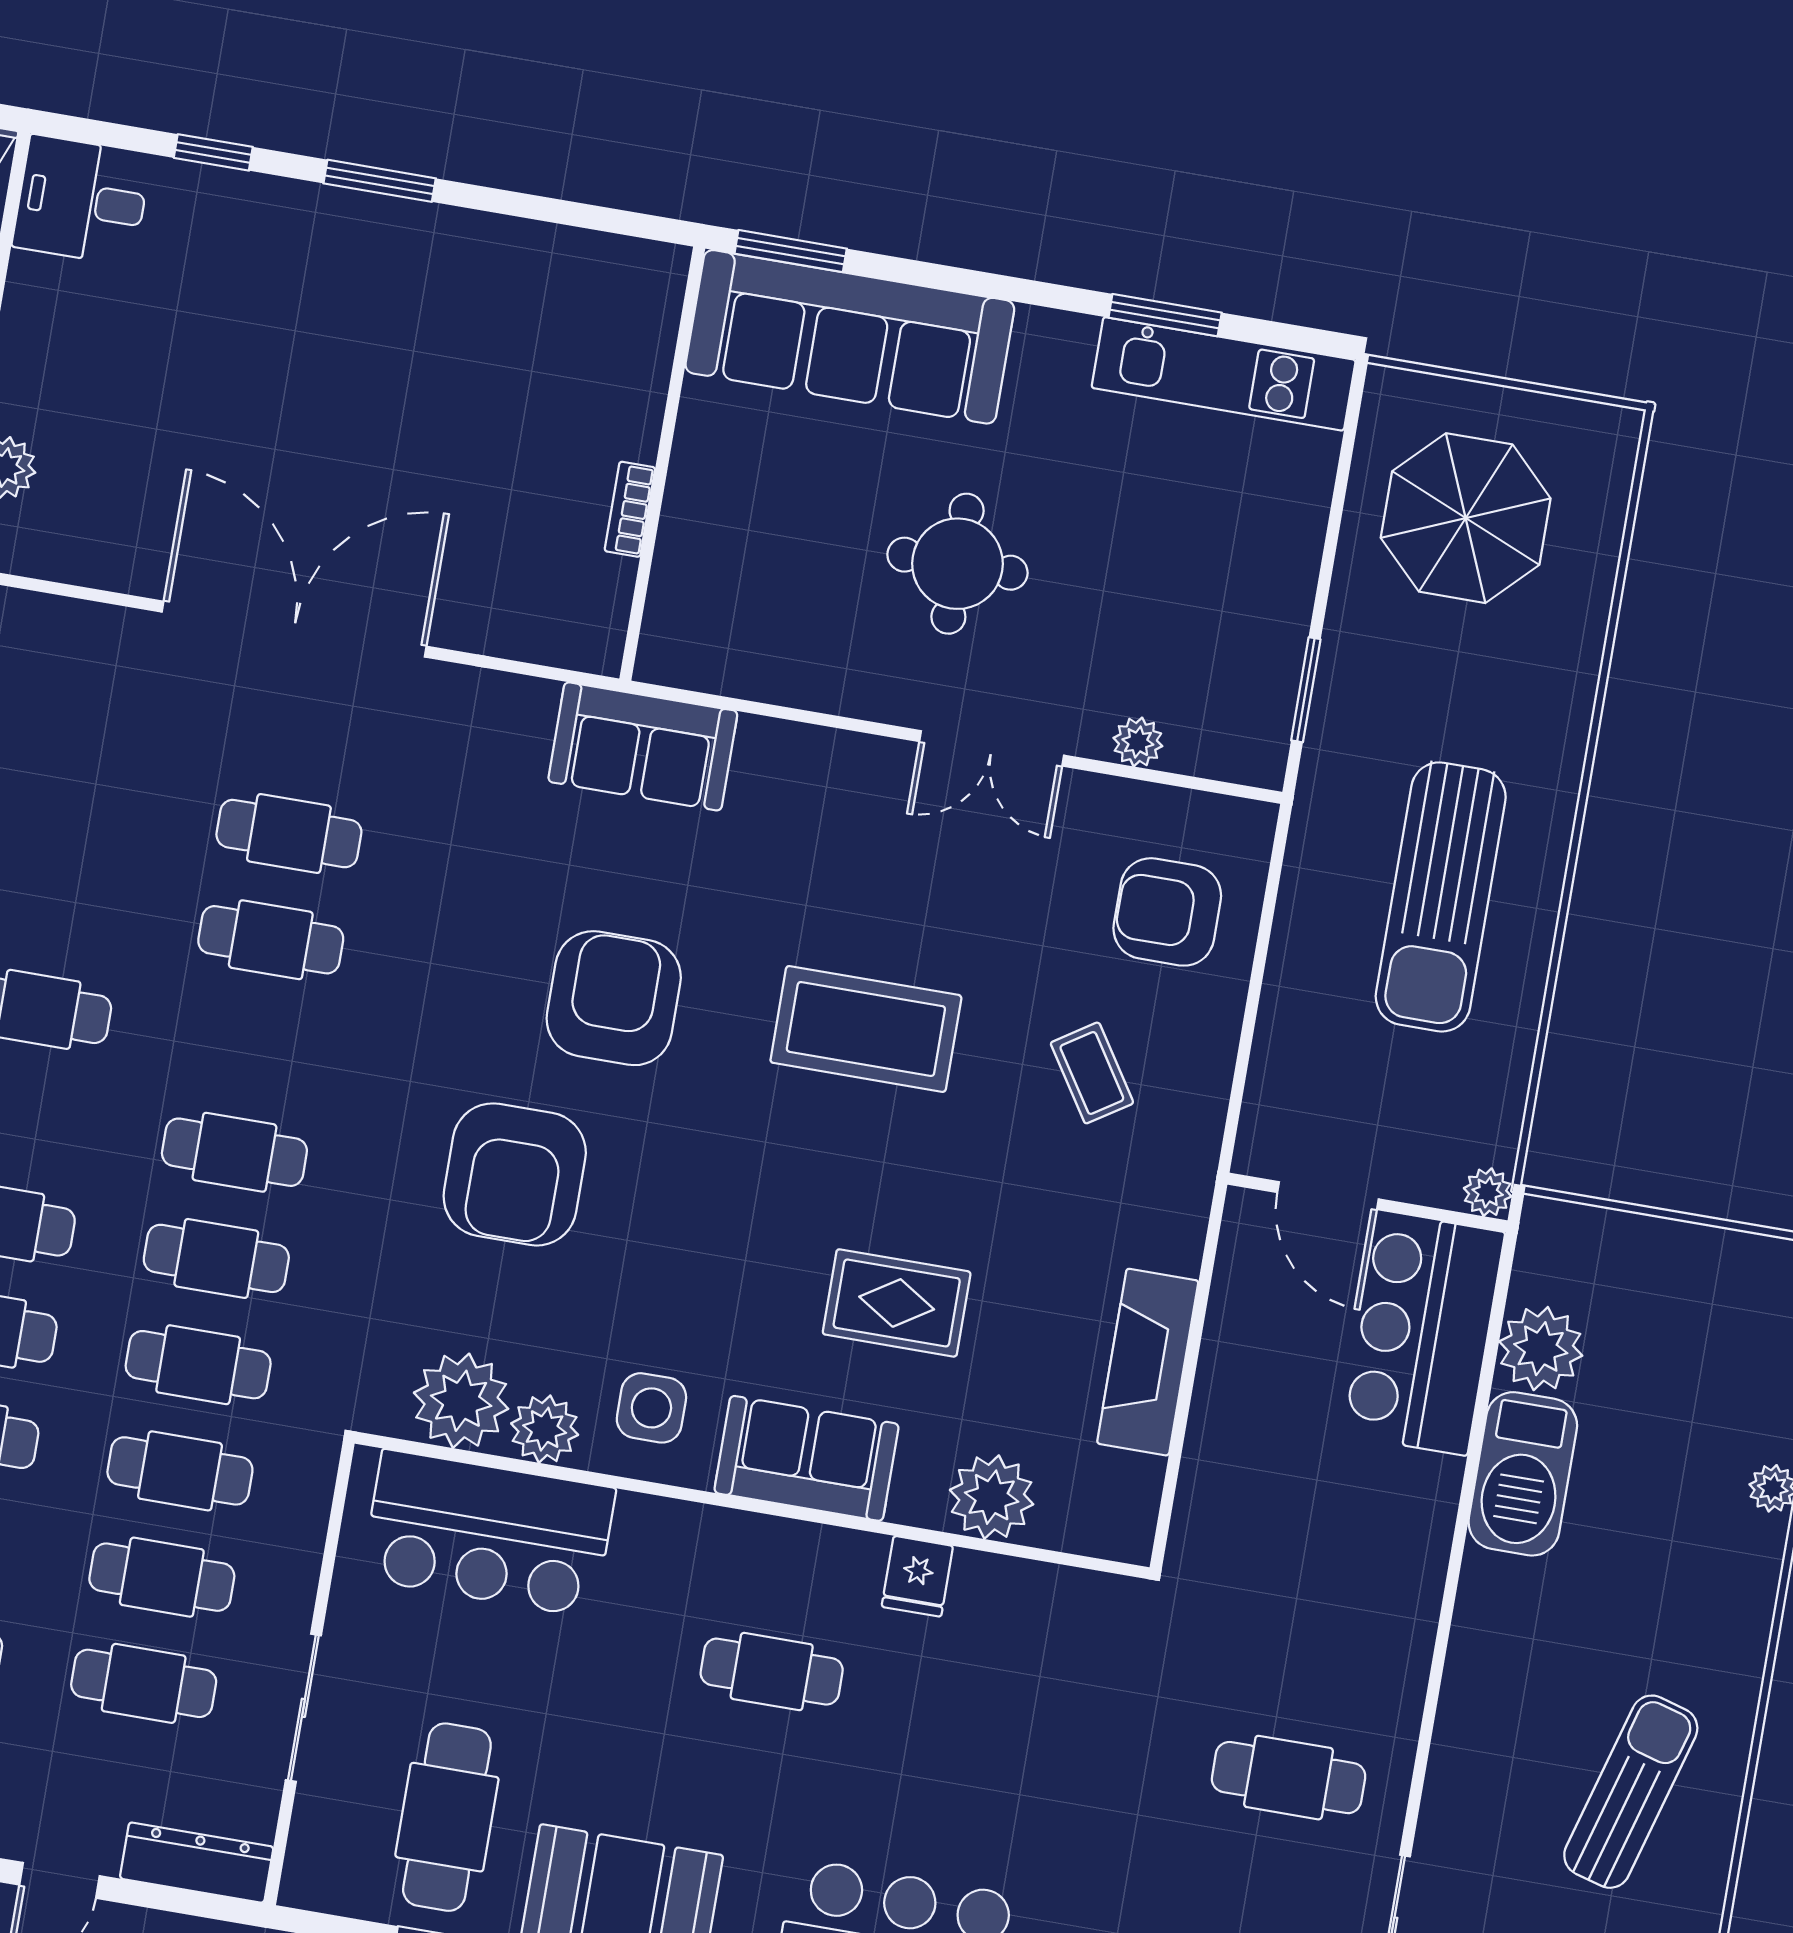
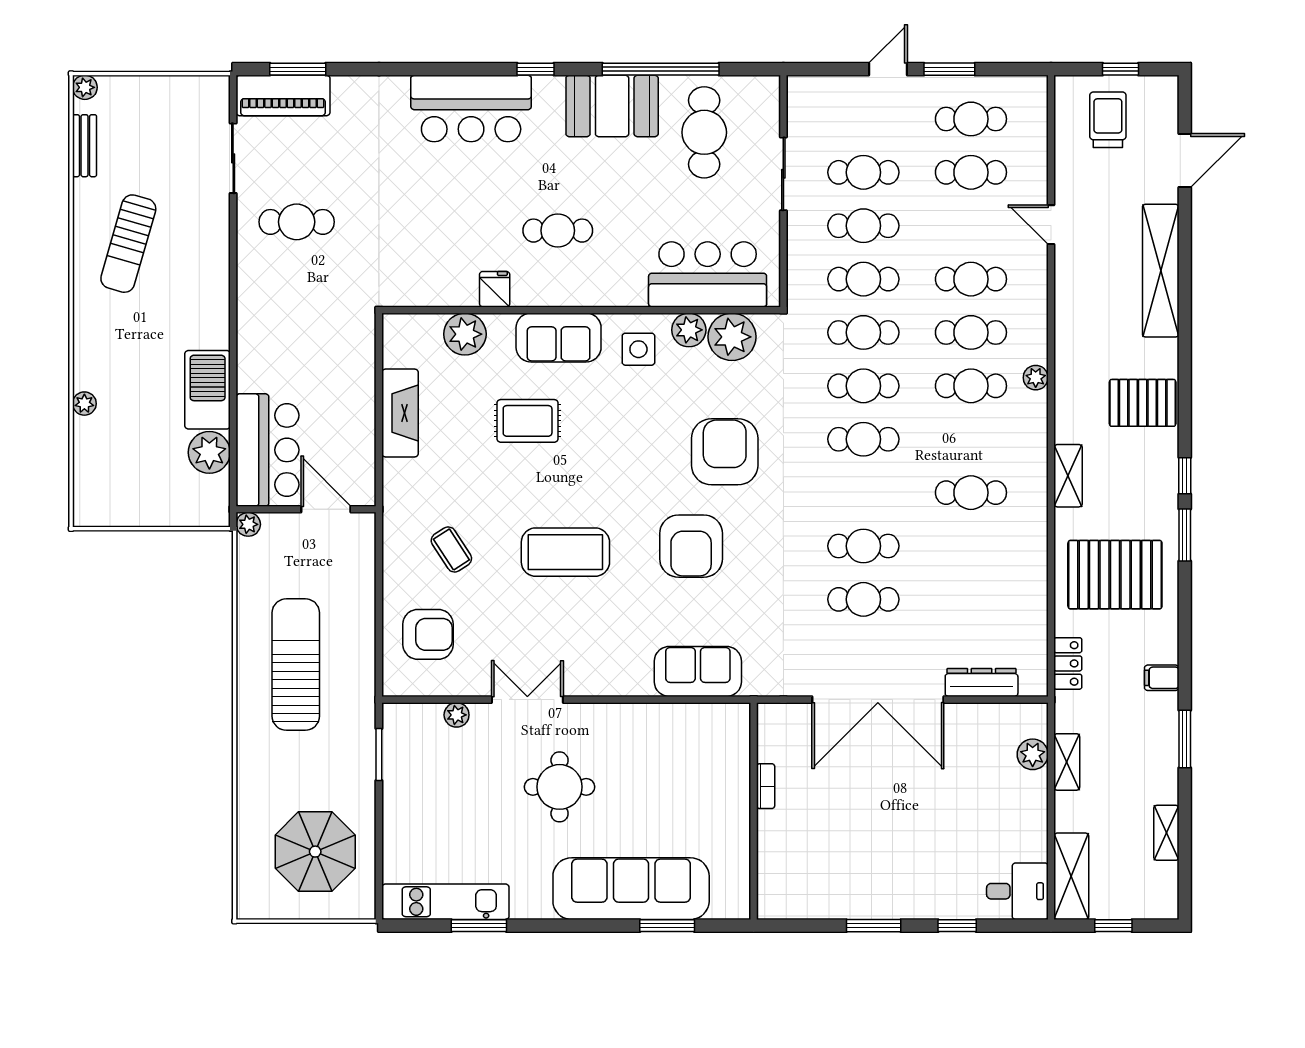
wall: (662, 464) -> (754, 811), moved
bookcase: (630, 509) -> (766, 786), moved
dresser: (197, 1863) -> (982, 682), moved, turned 180

